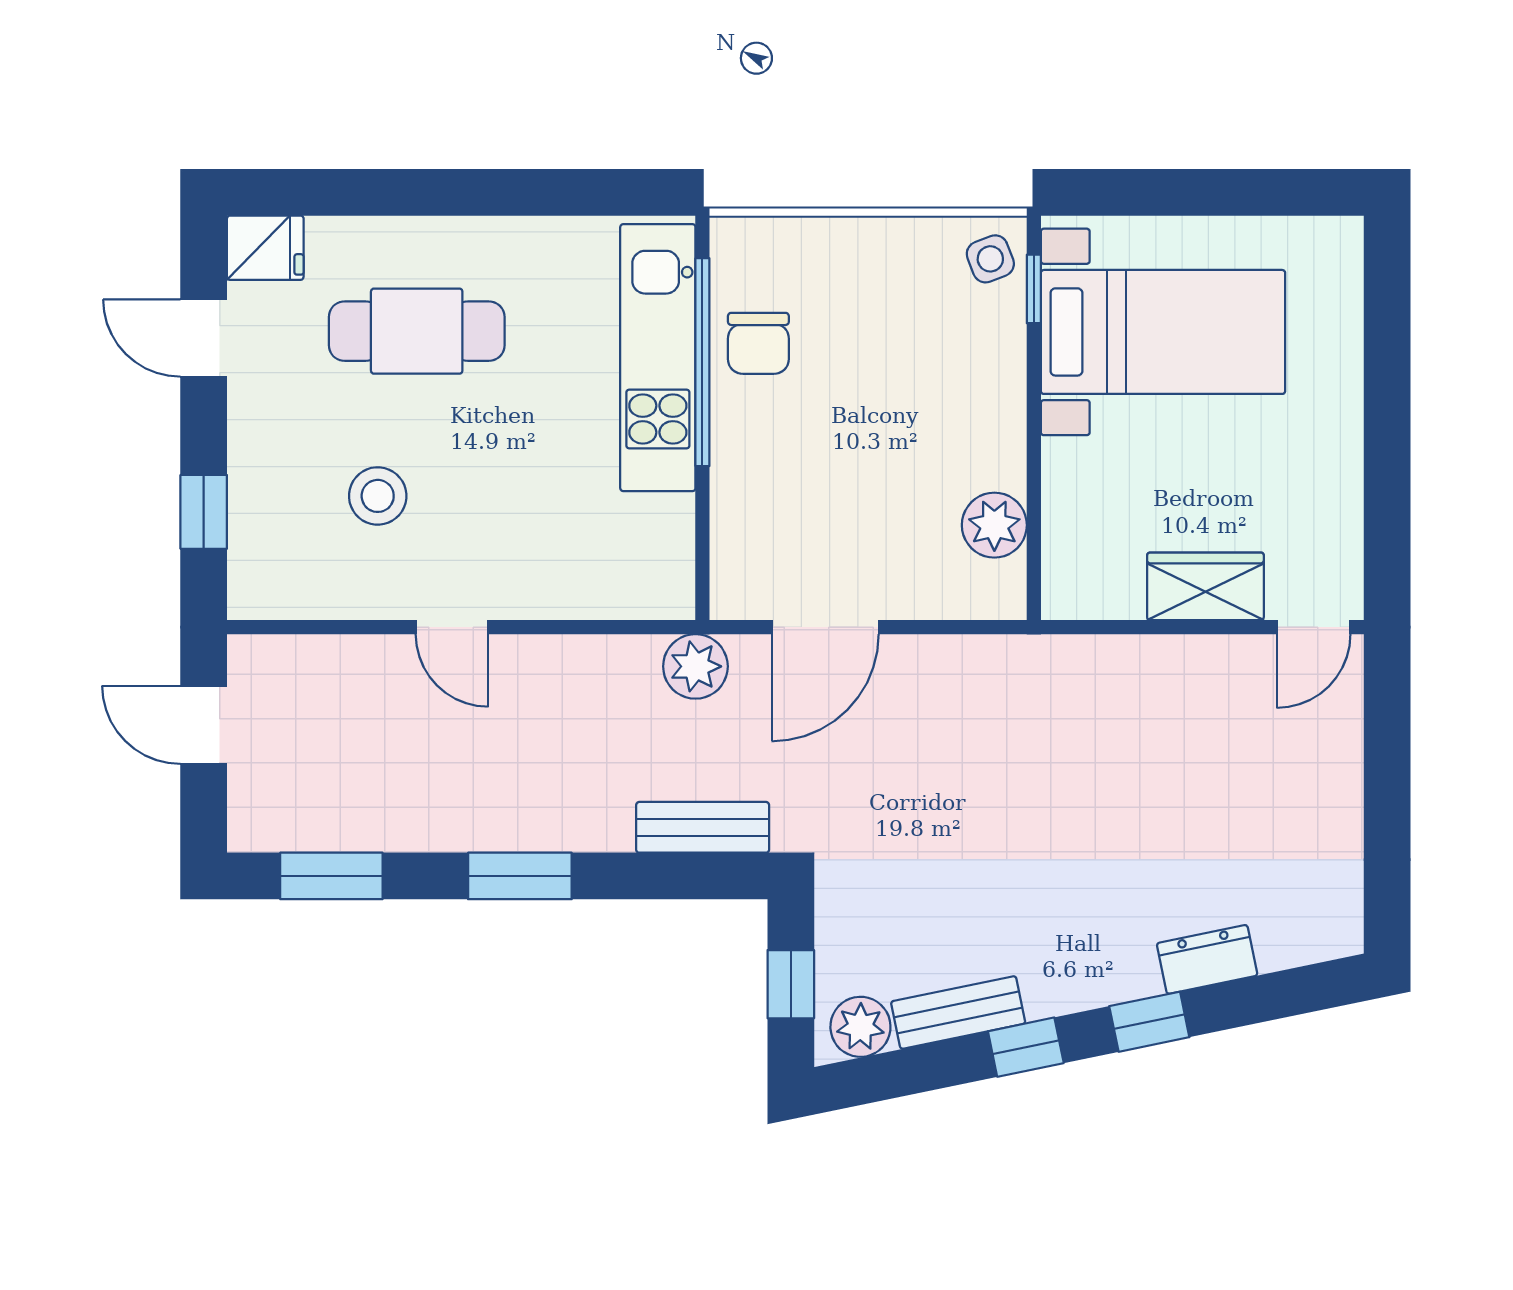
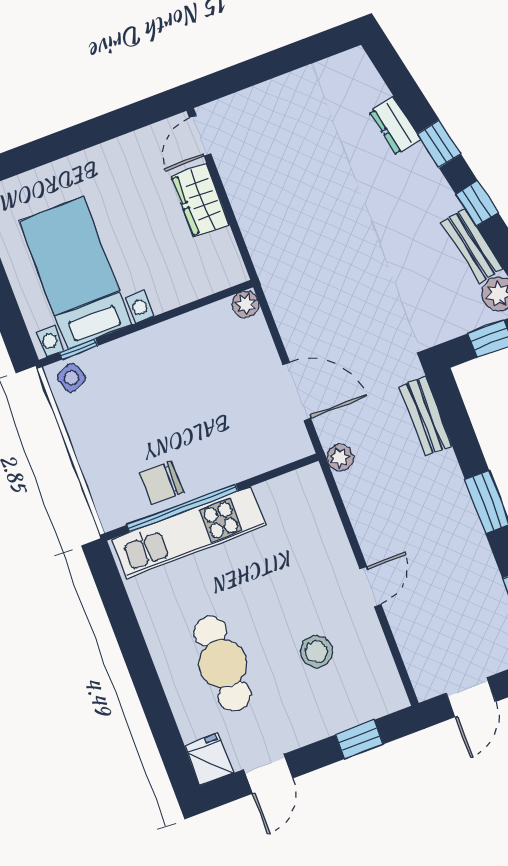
chair: (758, 343) -> (161, 482), turned 180
plant: (994, 525) -> (246, 304), moved, width x0.73, depth x0.73
door: (1314, 627) -> (200, 136), swing flipped
plant: (695, 666) -> (340, 458), width x0.73, depth x0.73

